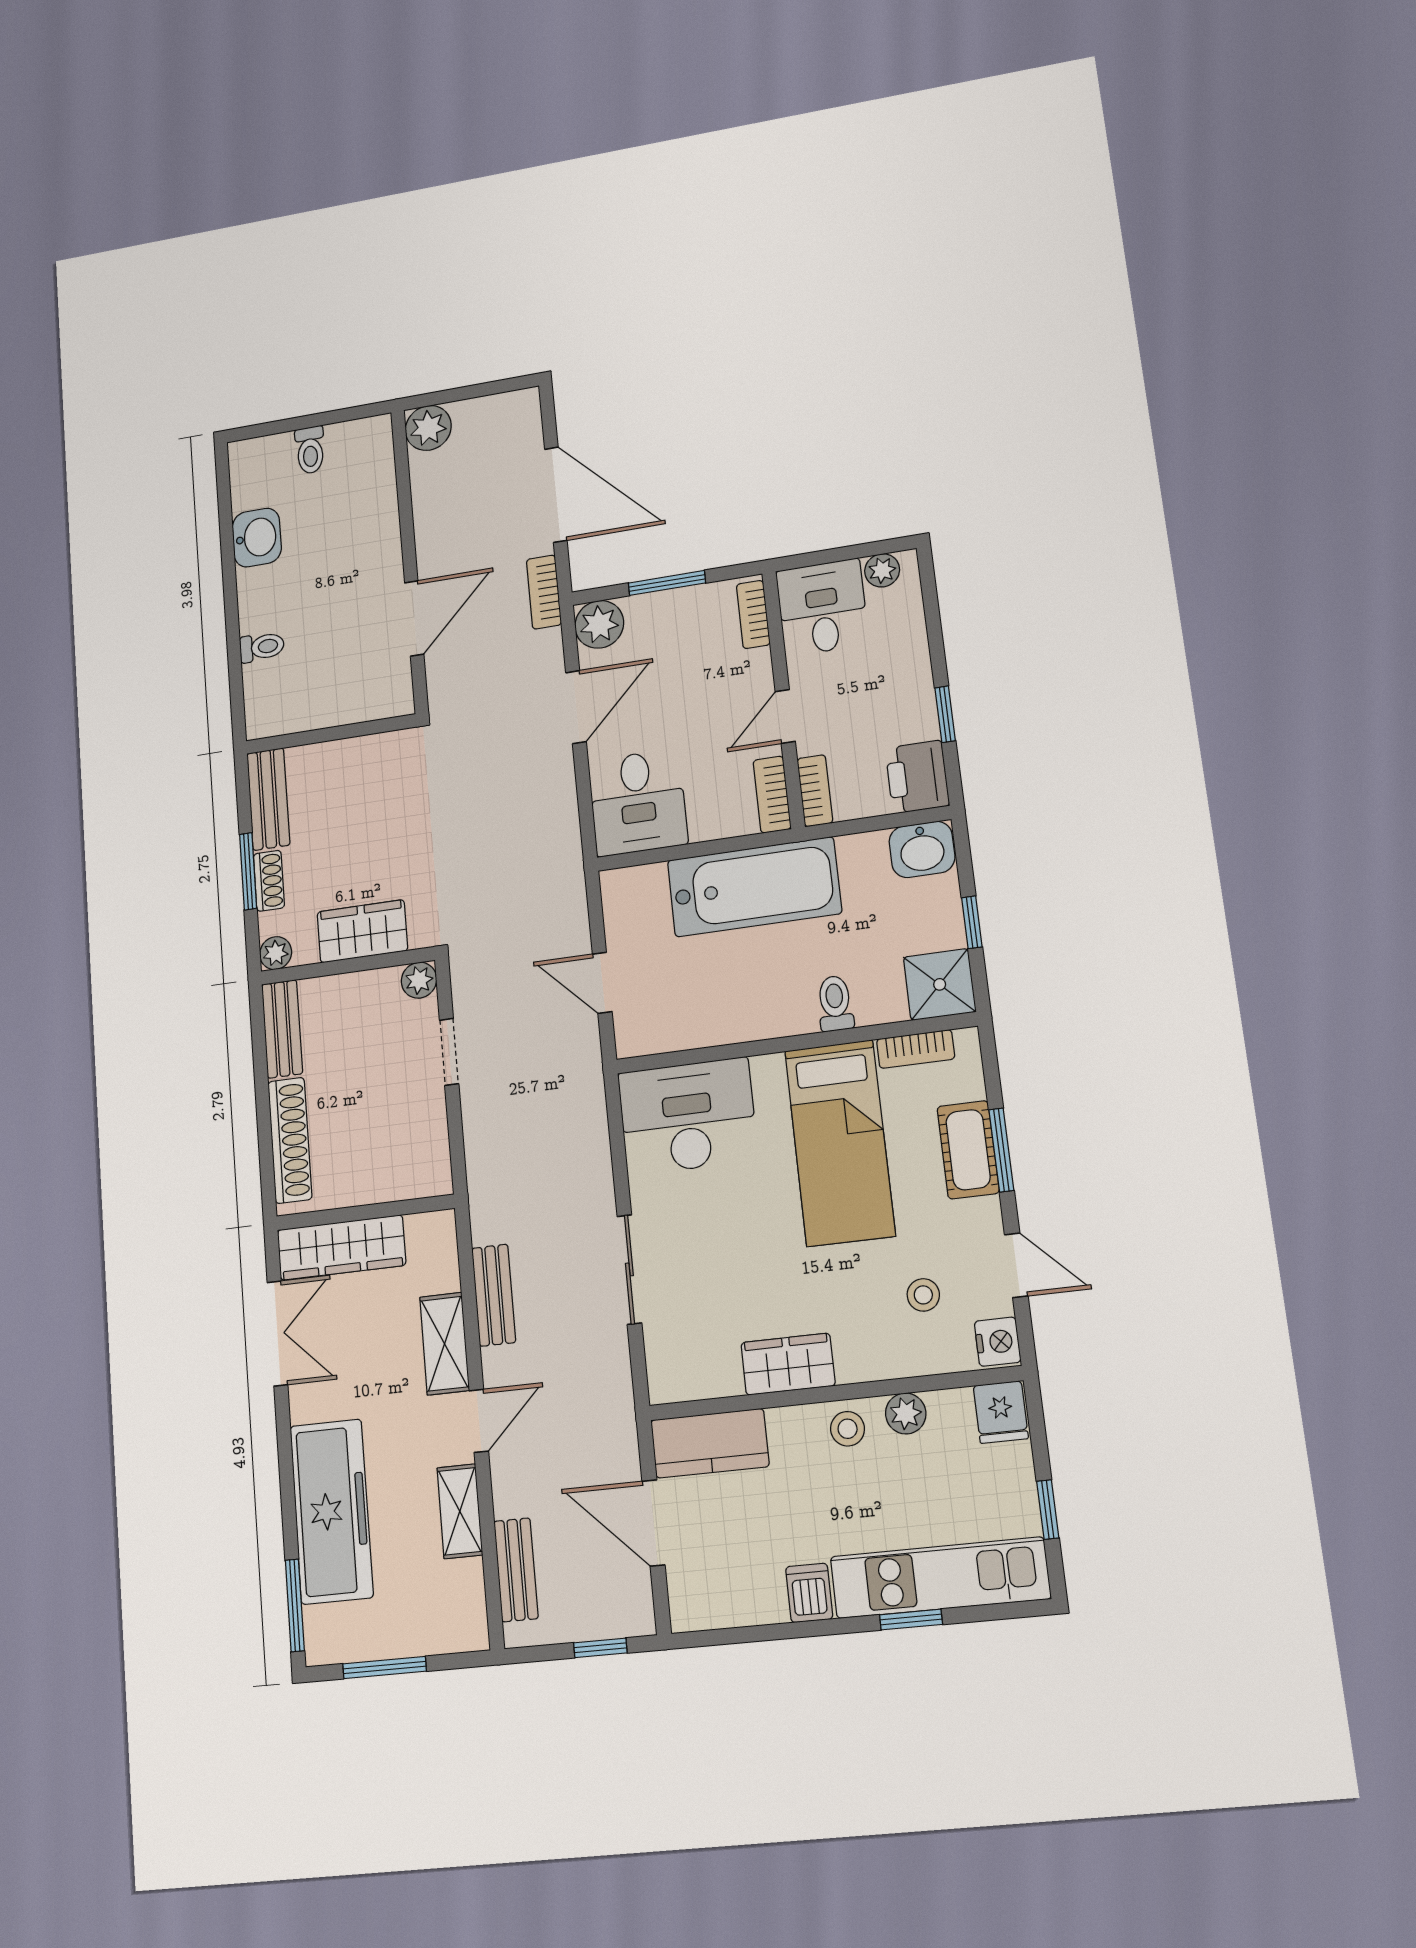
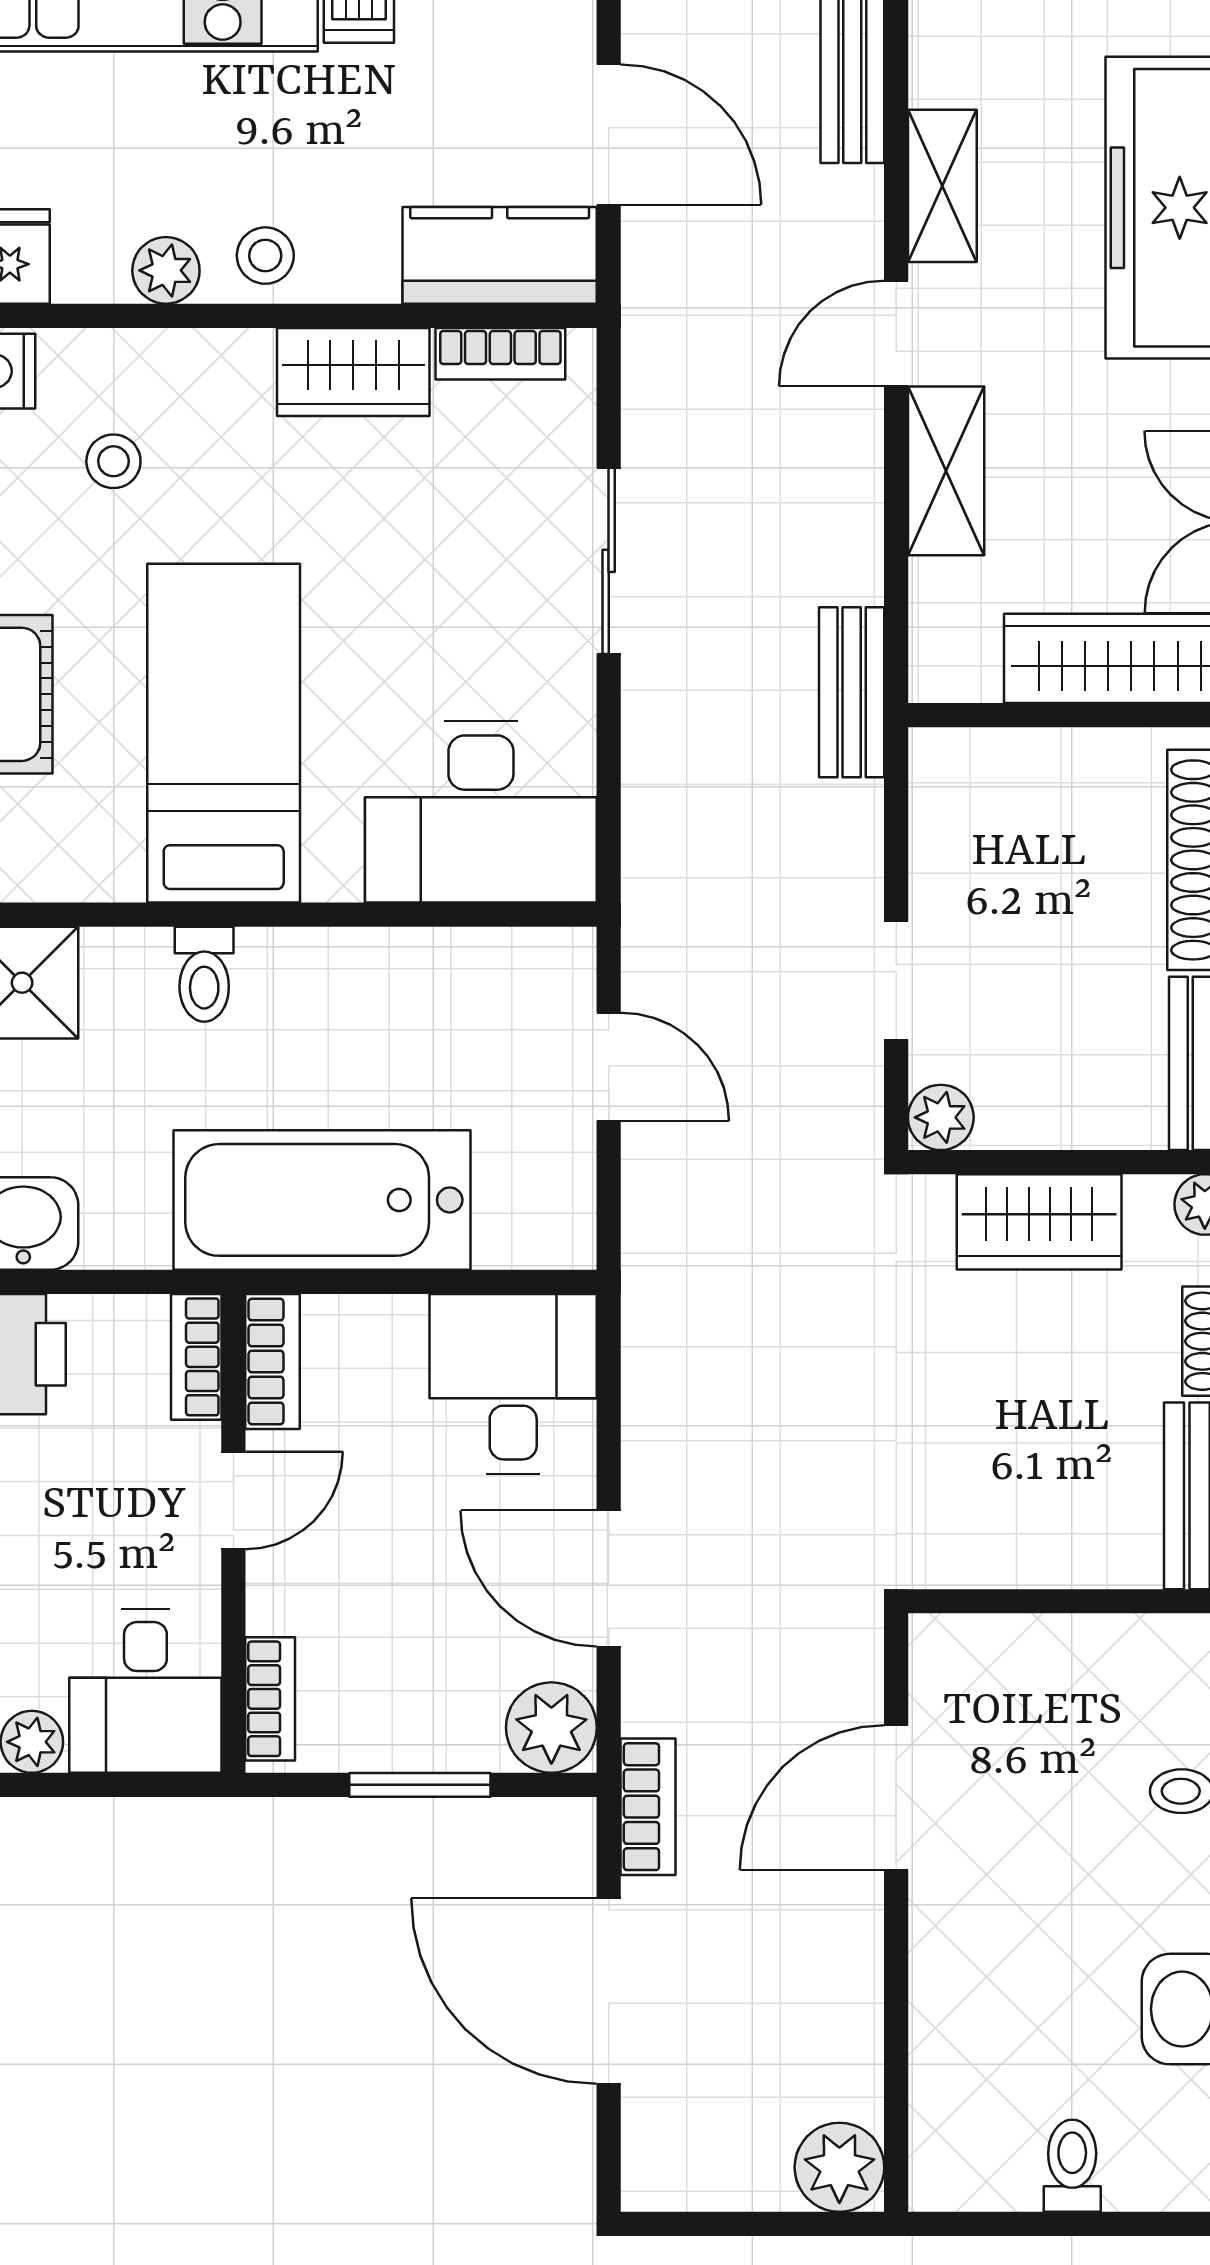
door: (576, 707) -> (609, 1578), hinge flipped
bookcase: (916, 1049) -> (500, 354), moved, turned 180
bench: (494, 1295) -> (852, 692), moved

